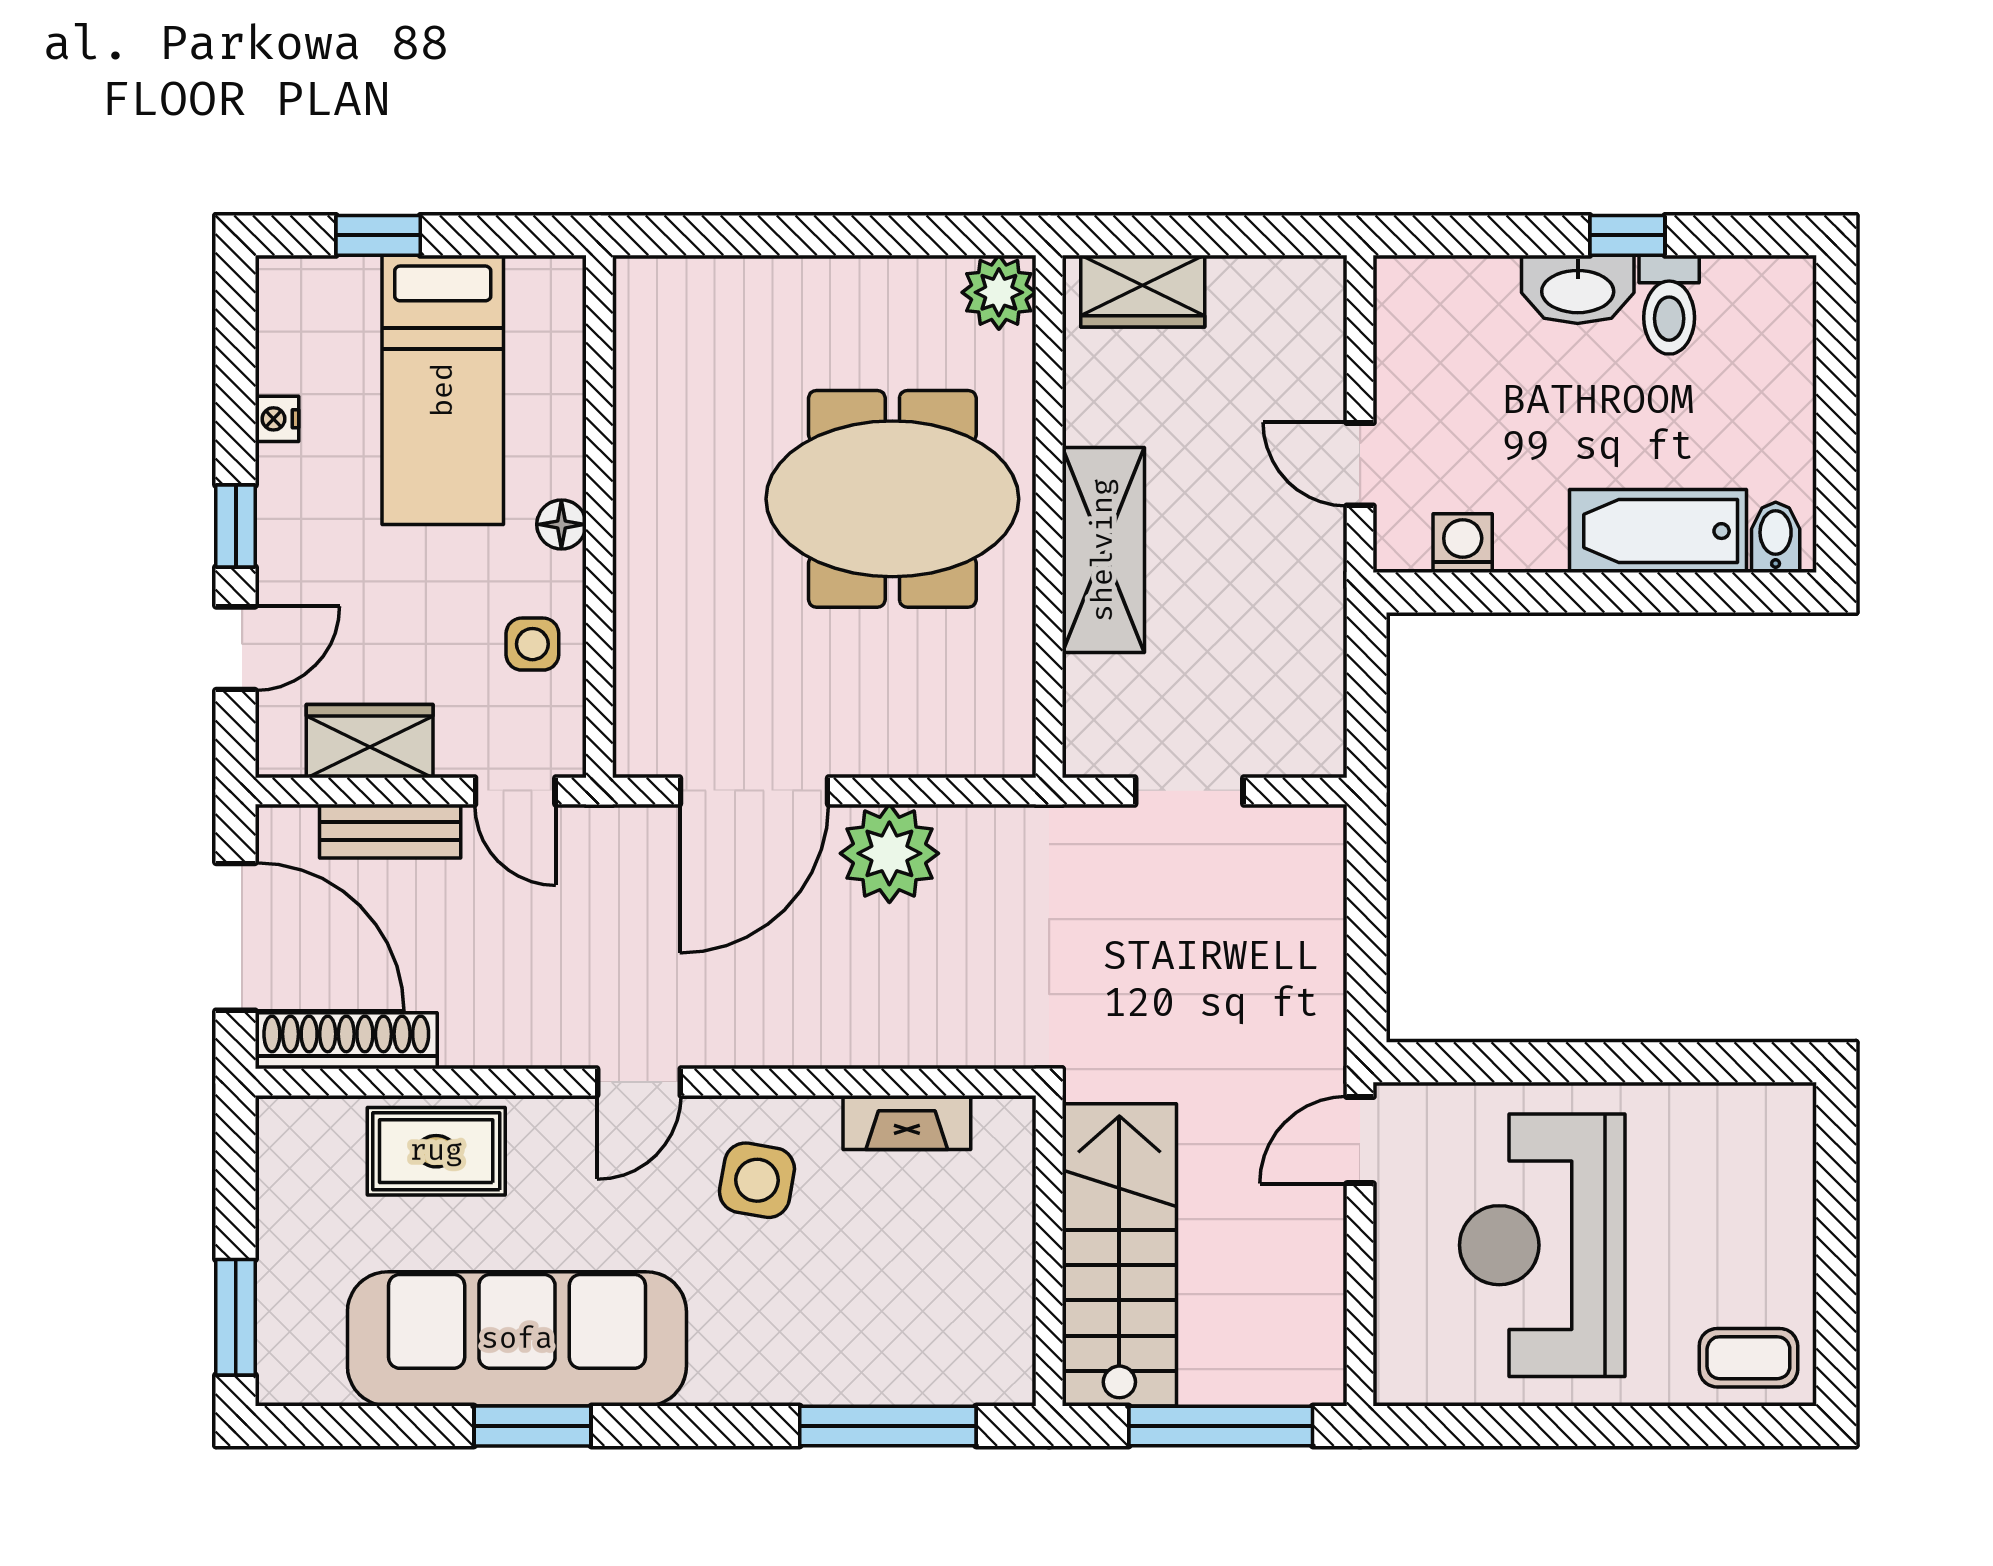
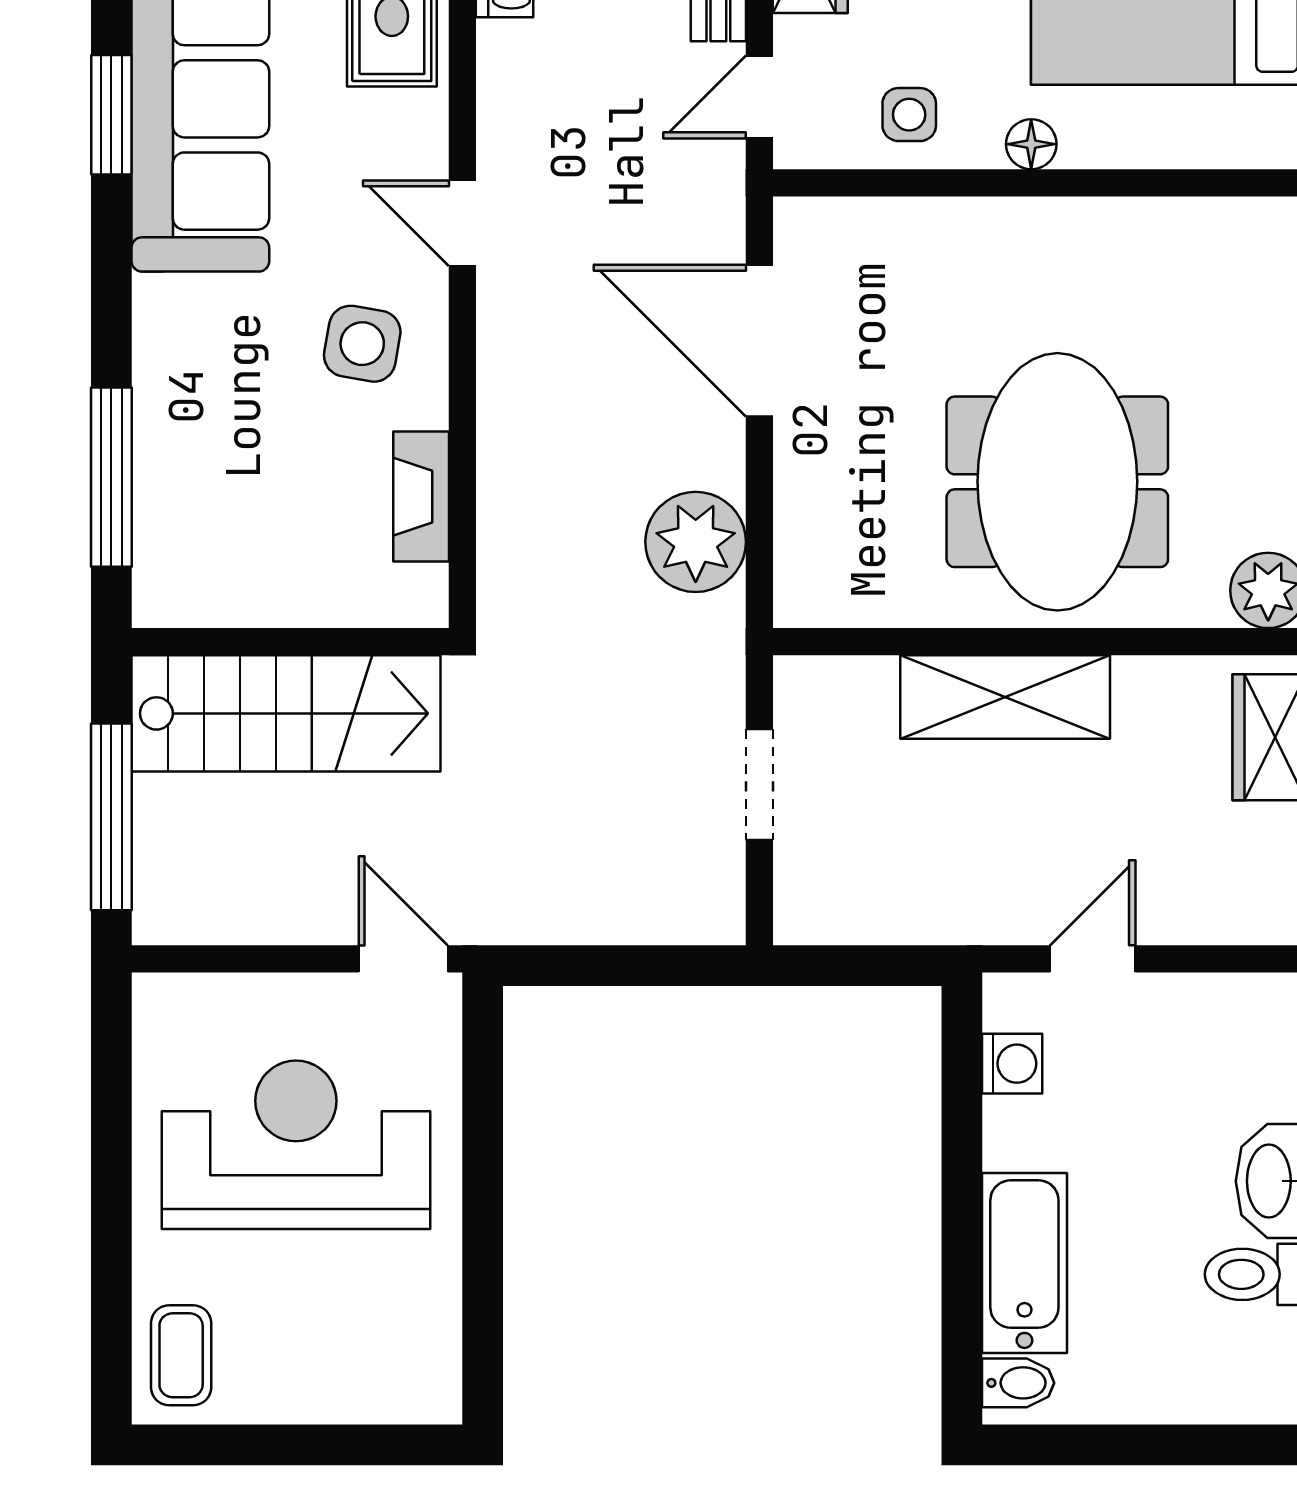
plant: (889, 853) -> (696, 542), moved

